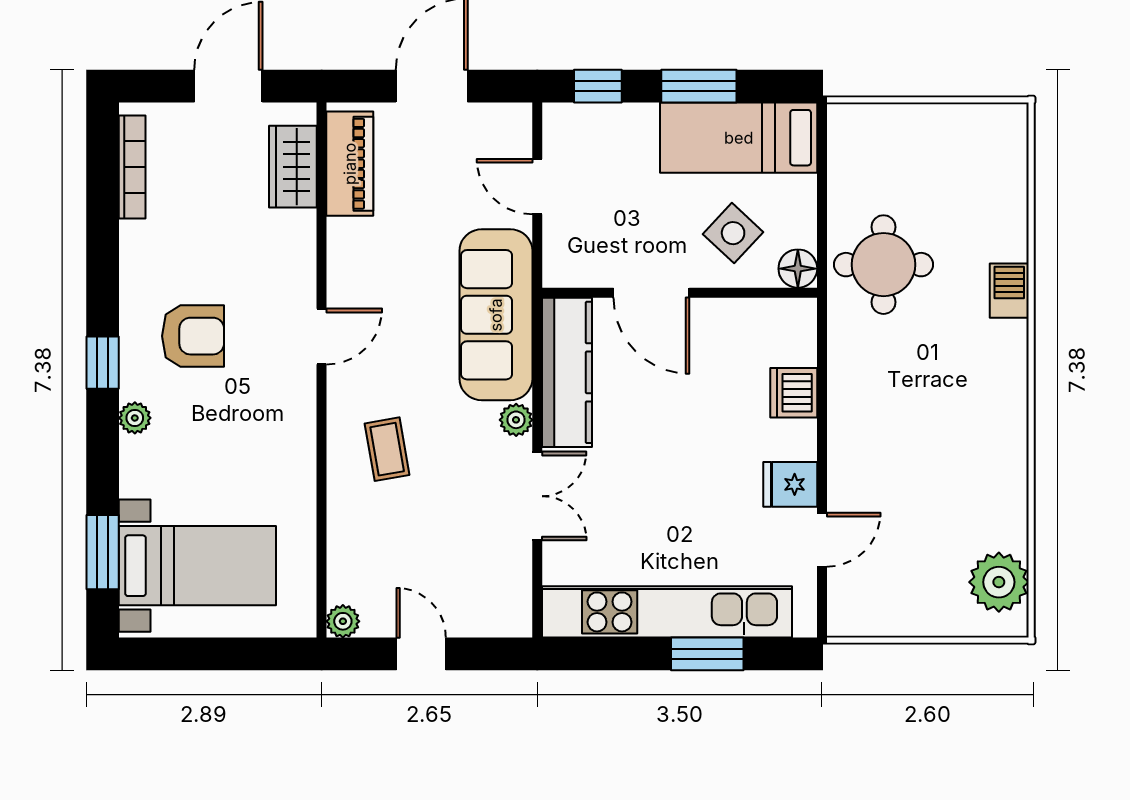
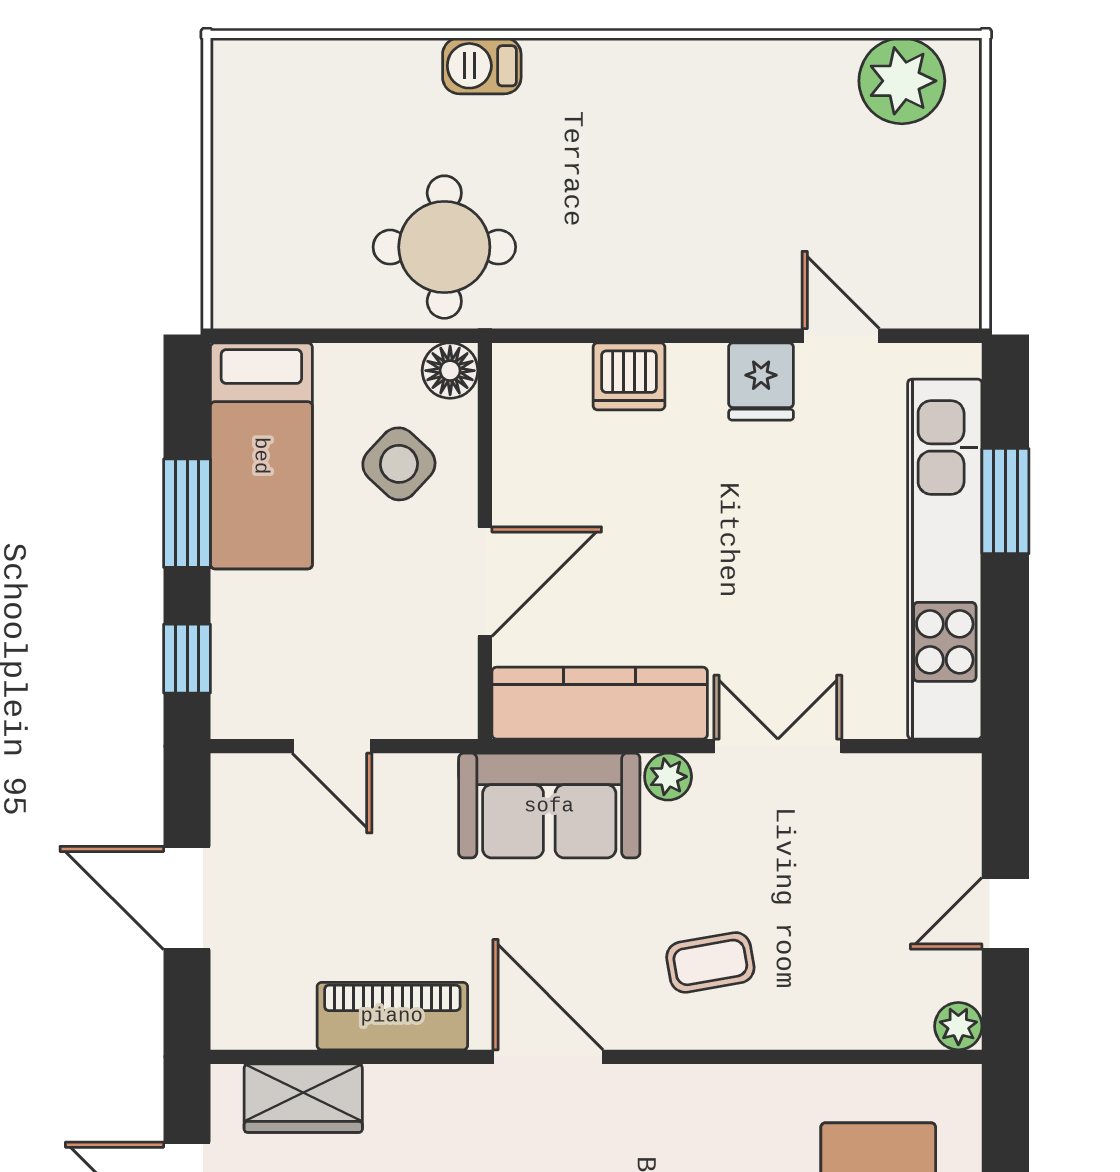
piano: (350, 164) -> (392, 1016), moved
door: (537, 187) -> (332, 746), hinge flipped
sofa: (496, 315) -> (549, 806), width x0.73
door: (322, 337) -> (548, 1057), width x1.38

